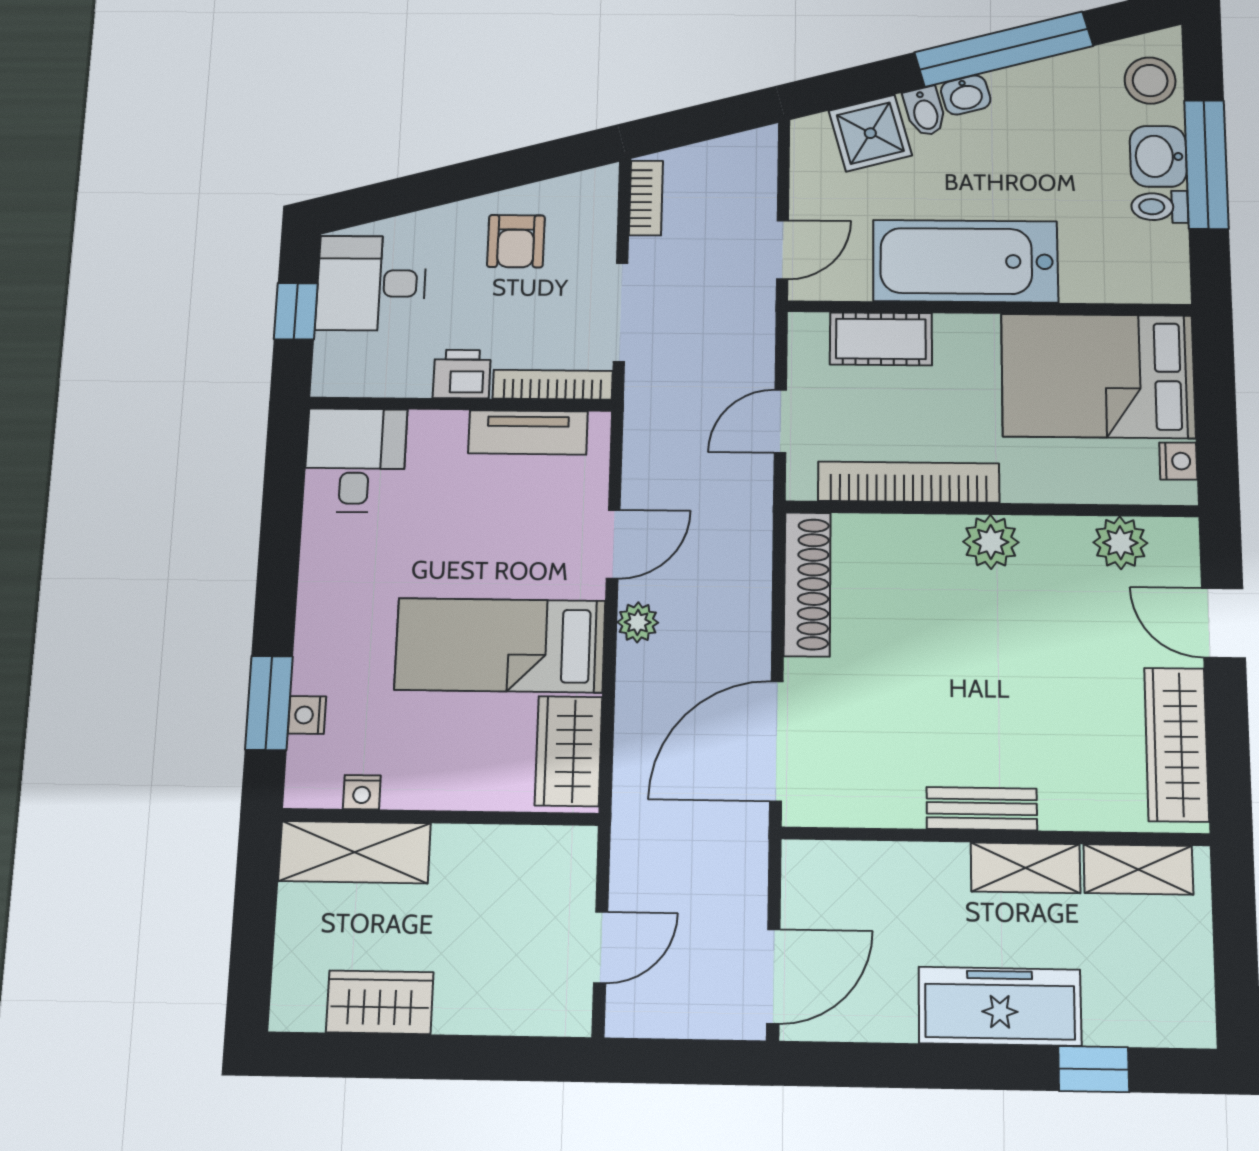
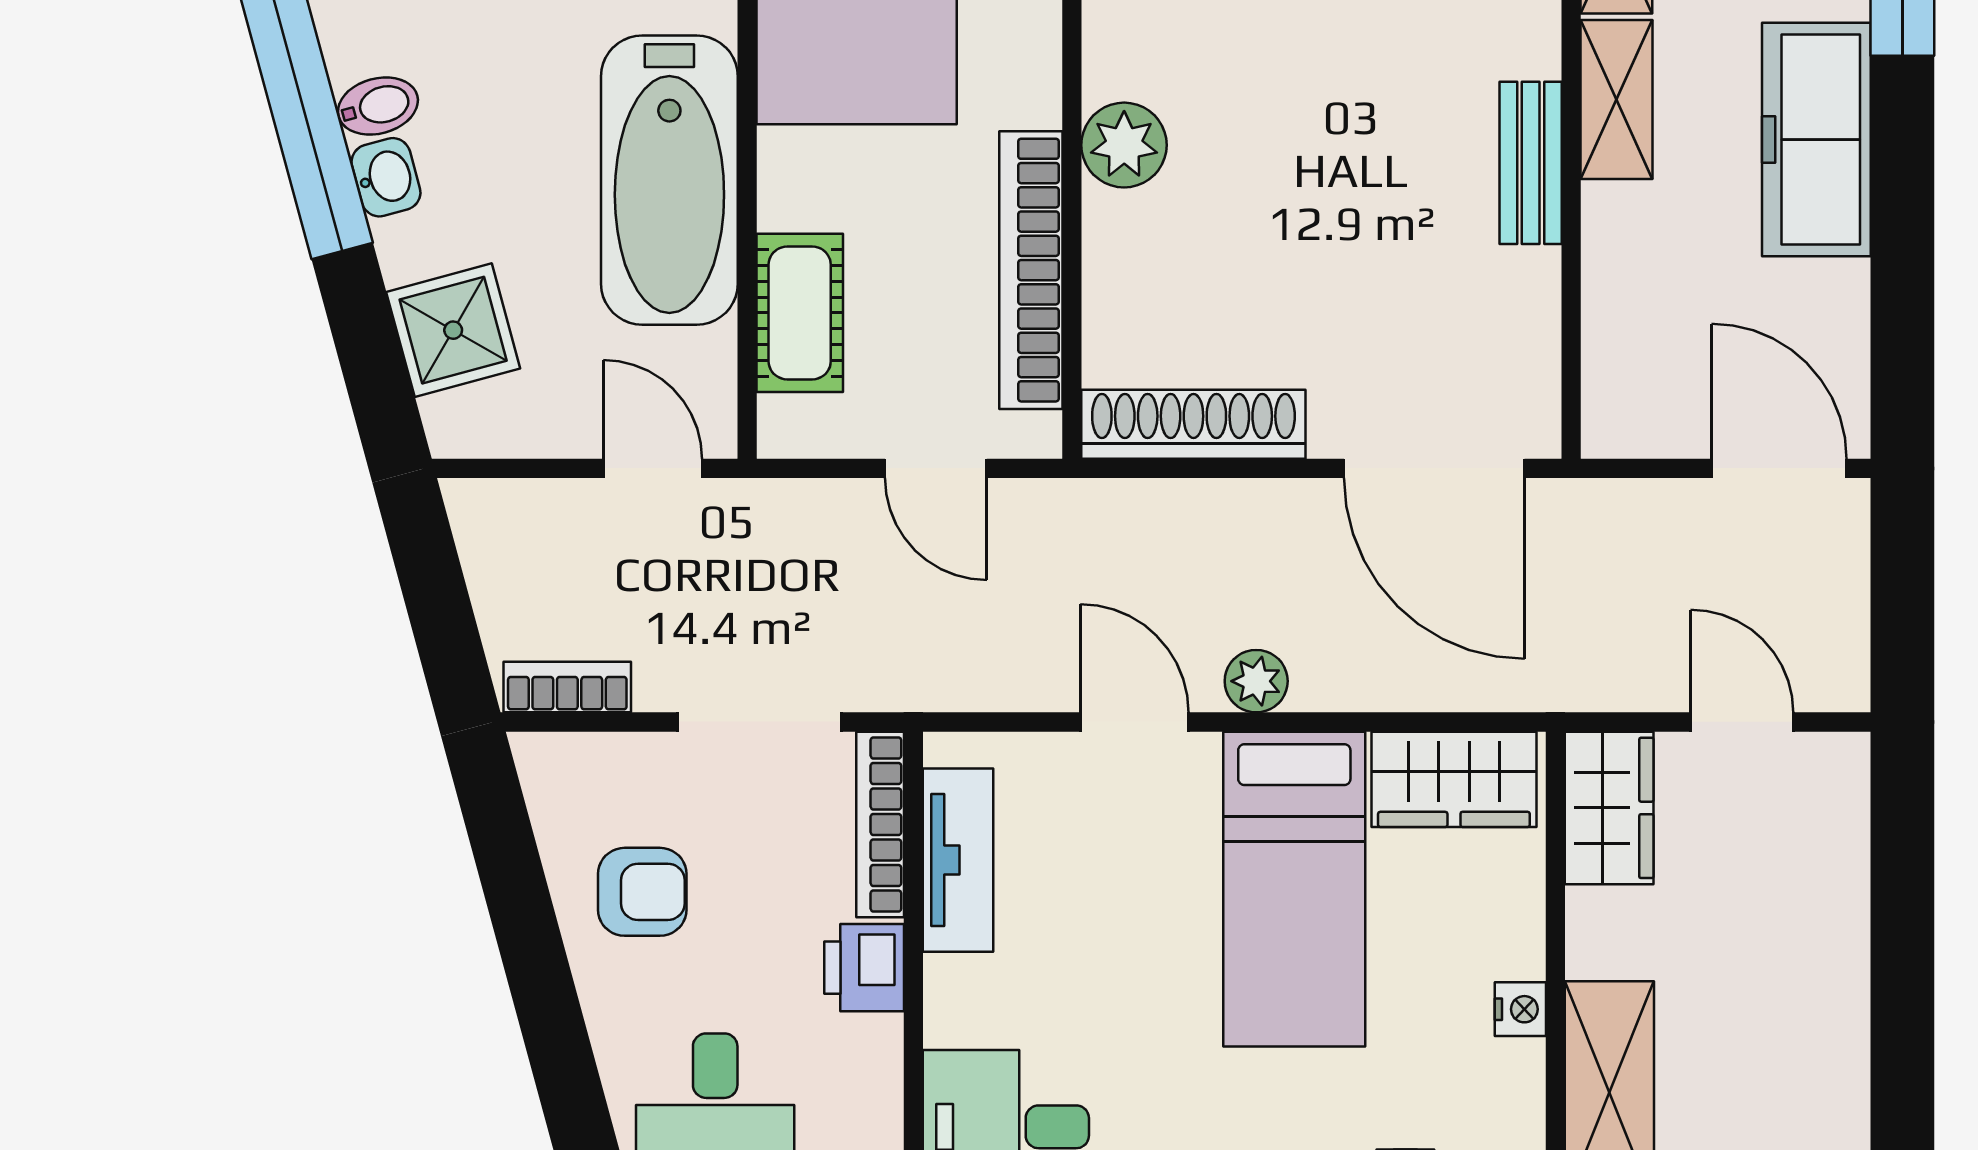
bidet: (925, 111) -> (378, 106), moved
nightstand: (362, 792) -> (1520, 1009), moved
wardrobe: (380, 1002) -> (1609, 808), moved, turned 180

